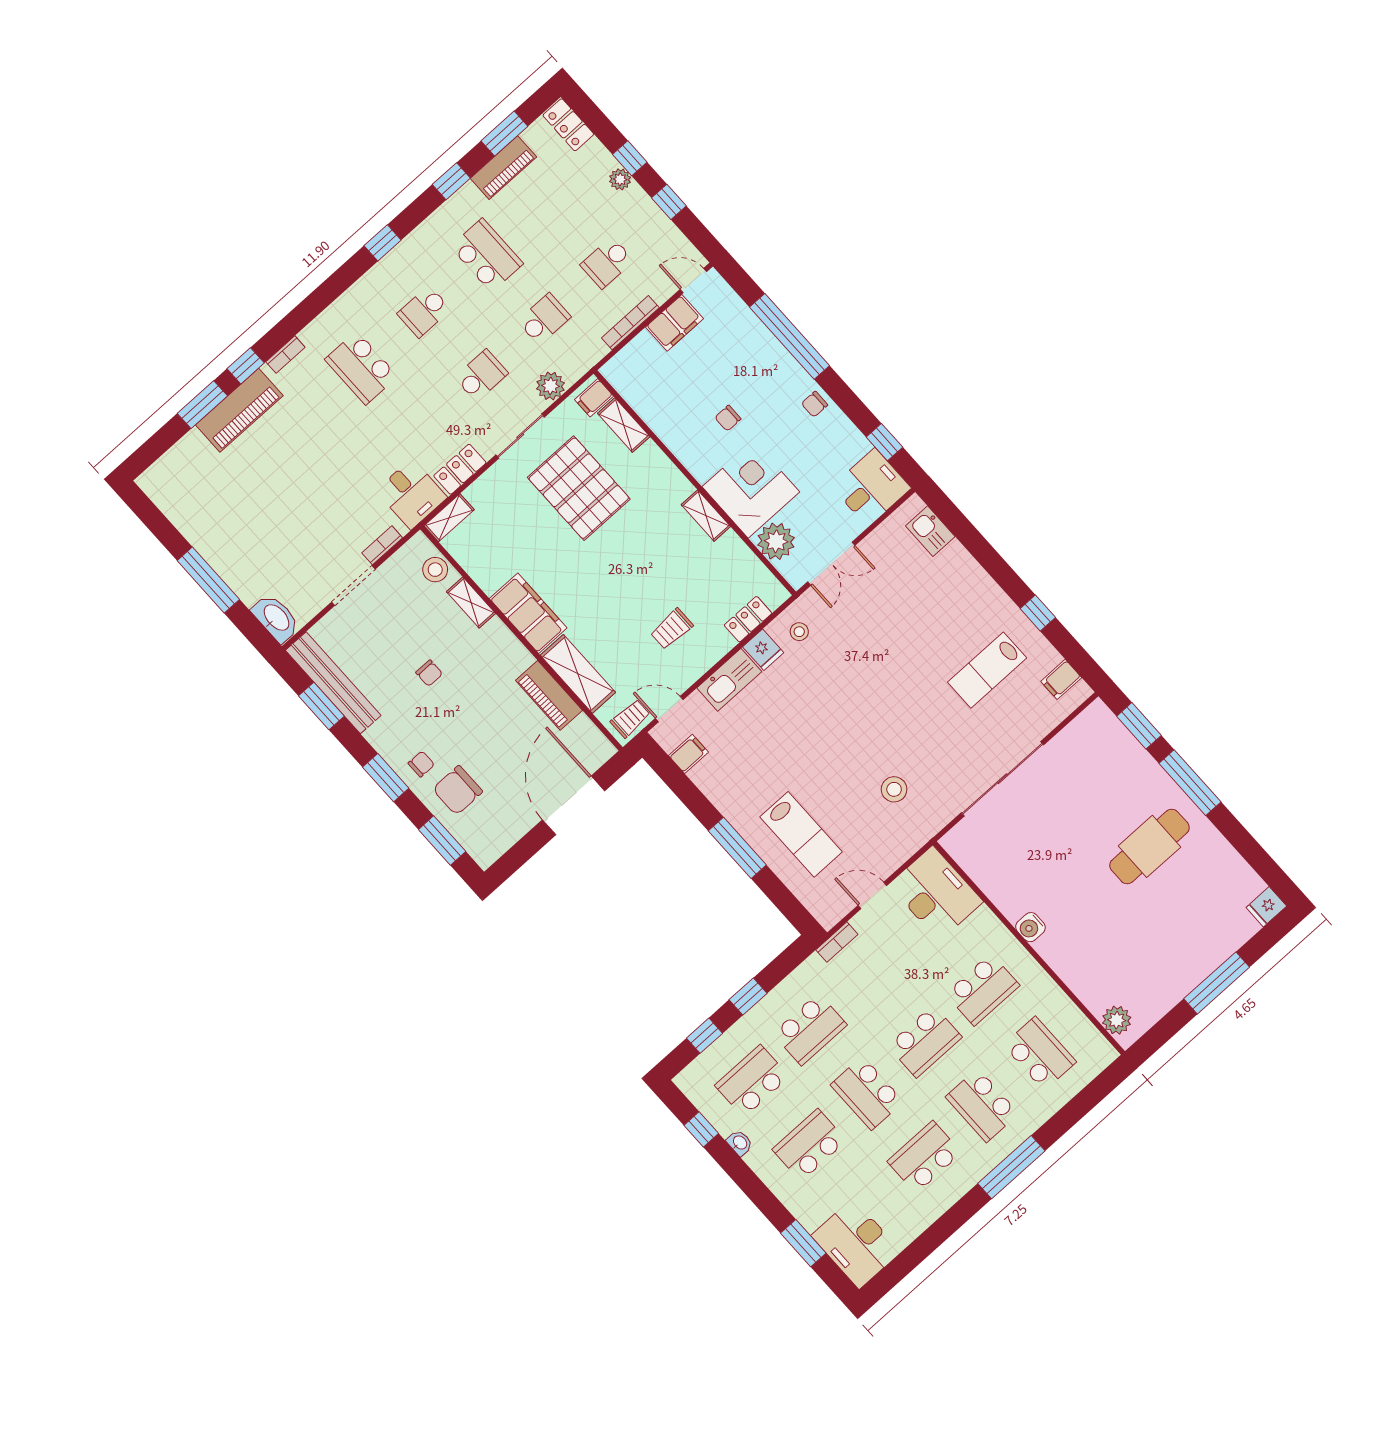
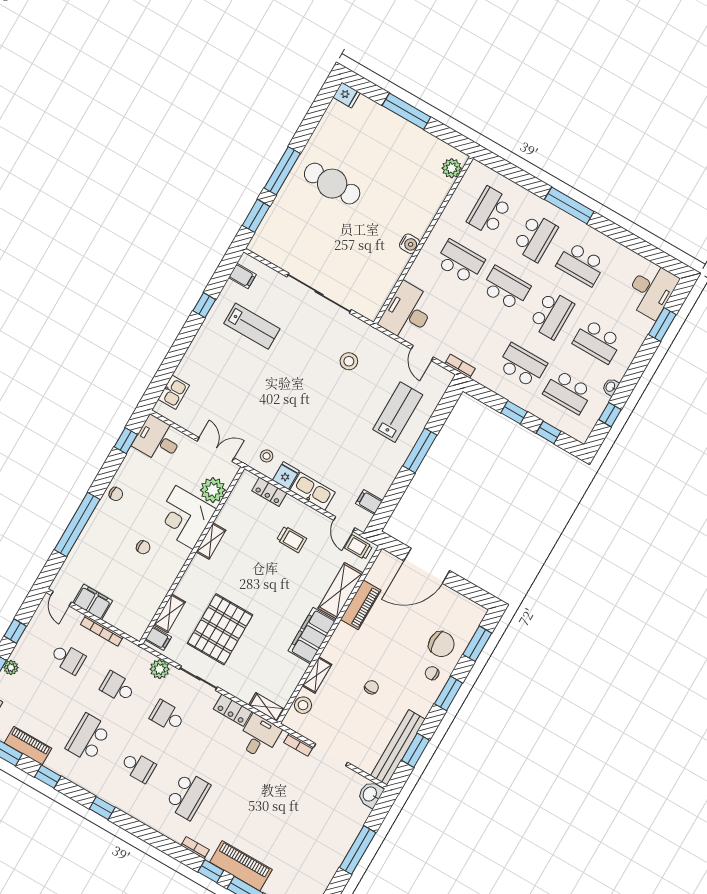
washbasin: (276, 618) -> (370, 794), width x0.72

